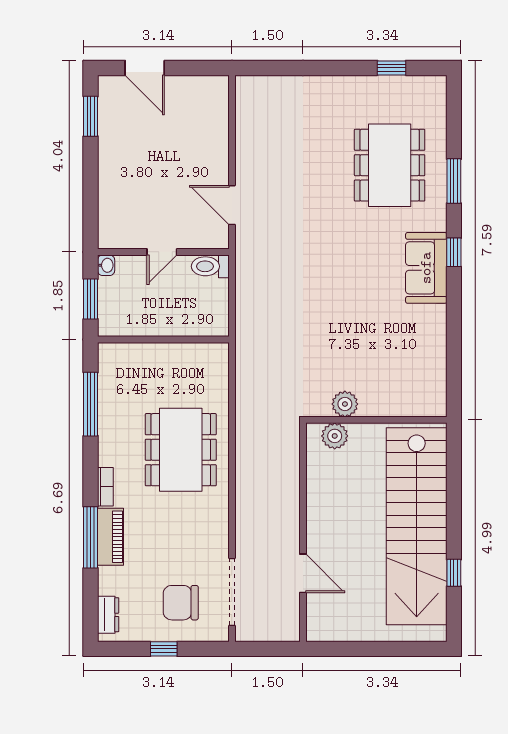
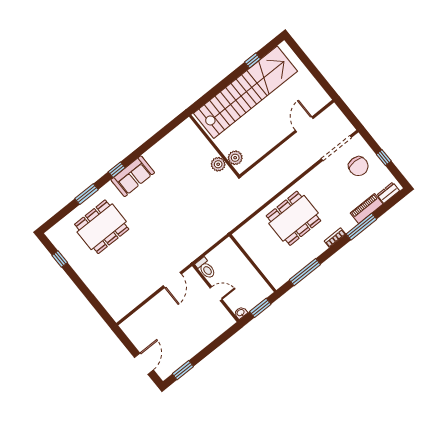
piano: (110, 537) -> (367, 209), moved

